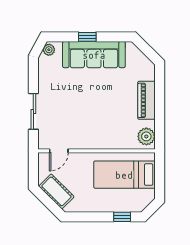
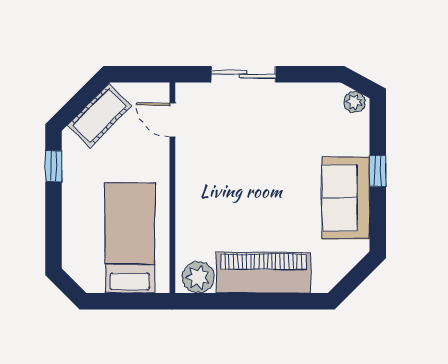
sofa: (94, 55) -> (346, 198), width x0.73
piano: (146, 100) -> (263, 273), width x1.37, depth x1.33
window: (122, 217) -> (54, 166), moved

